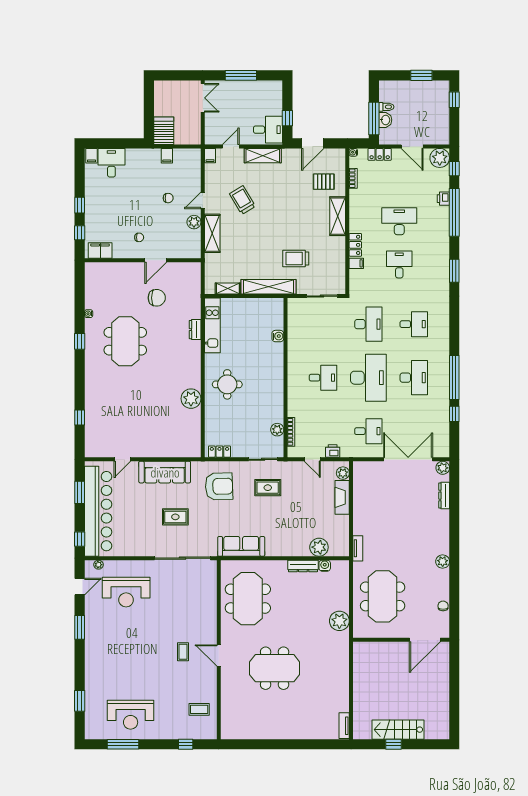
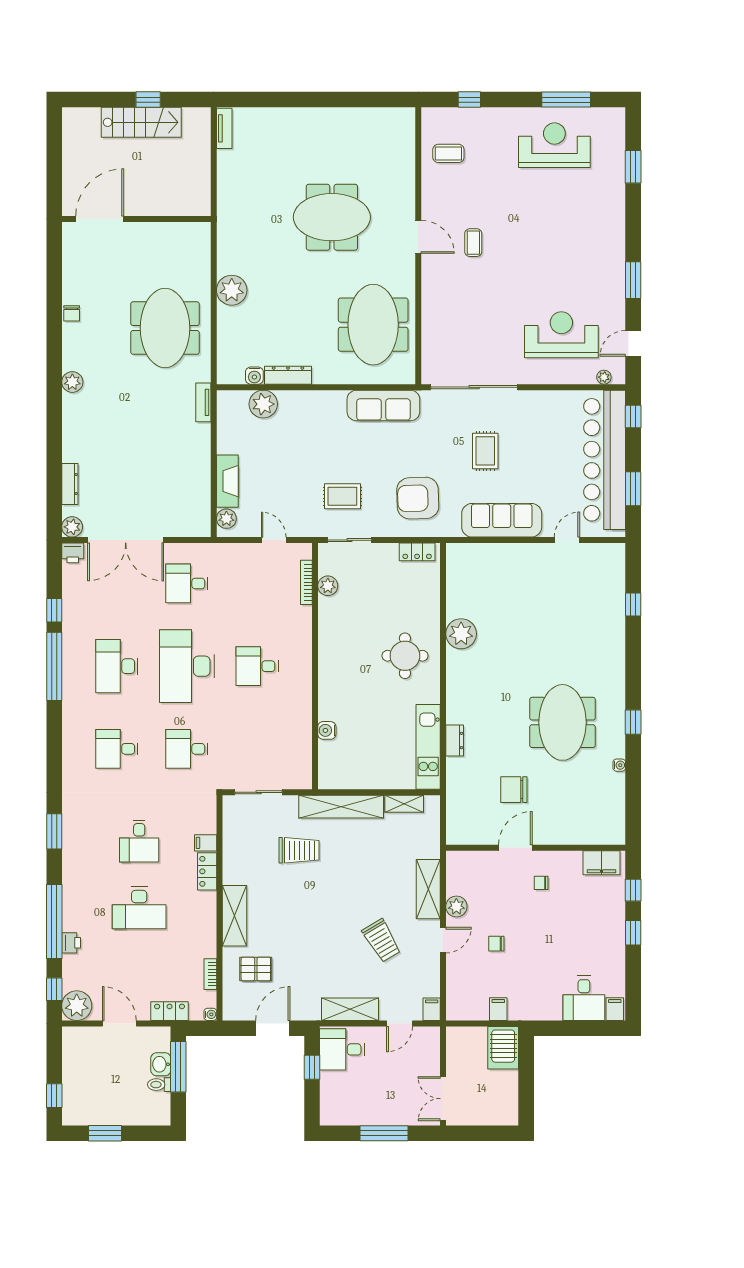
desk: (368, 324) -> (187, 749), width x0.73
printer: (333, 451) -> (73, 553), moved
rug: (175, 517) -> (485, 451), turned 90
wall: (401, 640) -> (136, 219), moved
door: (425, 640) -> (100, 219), moved

